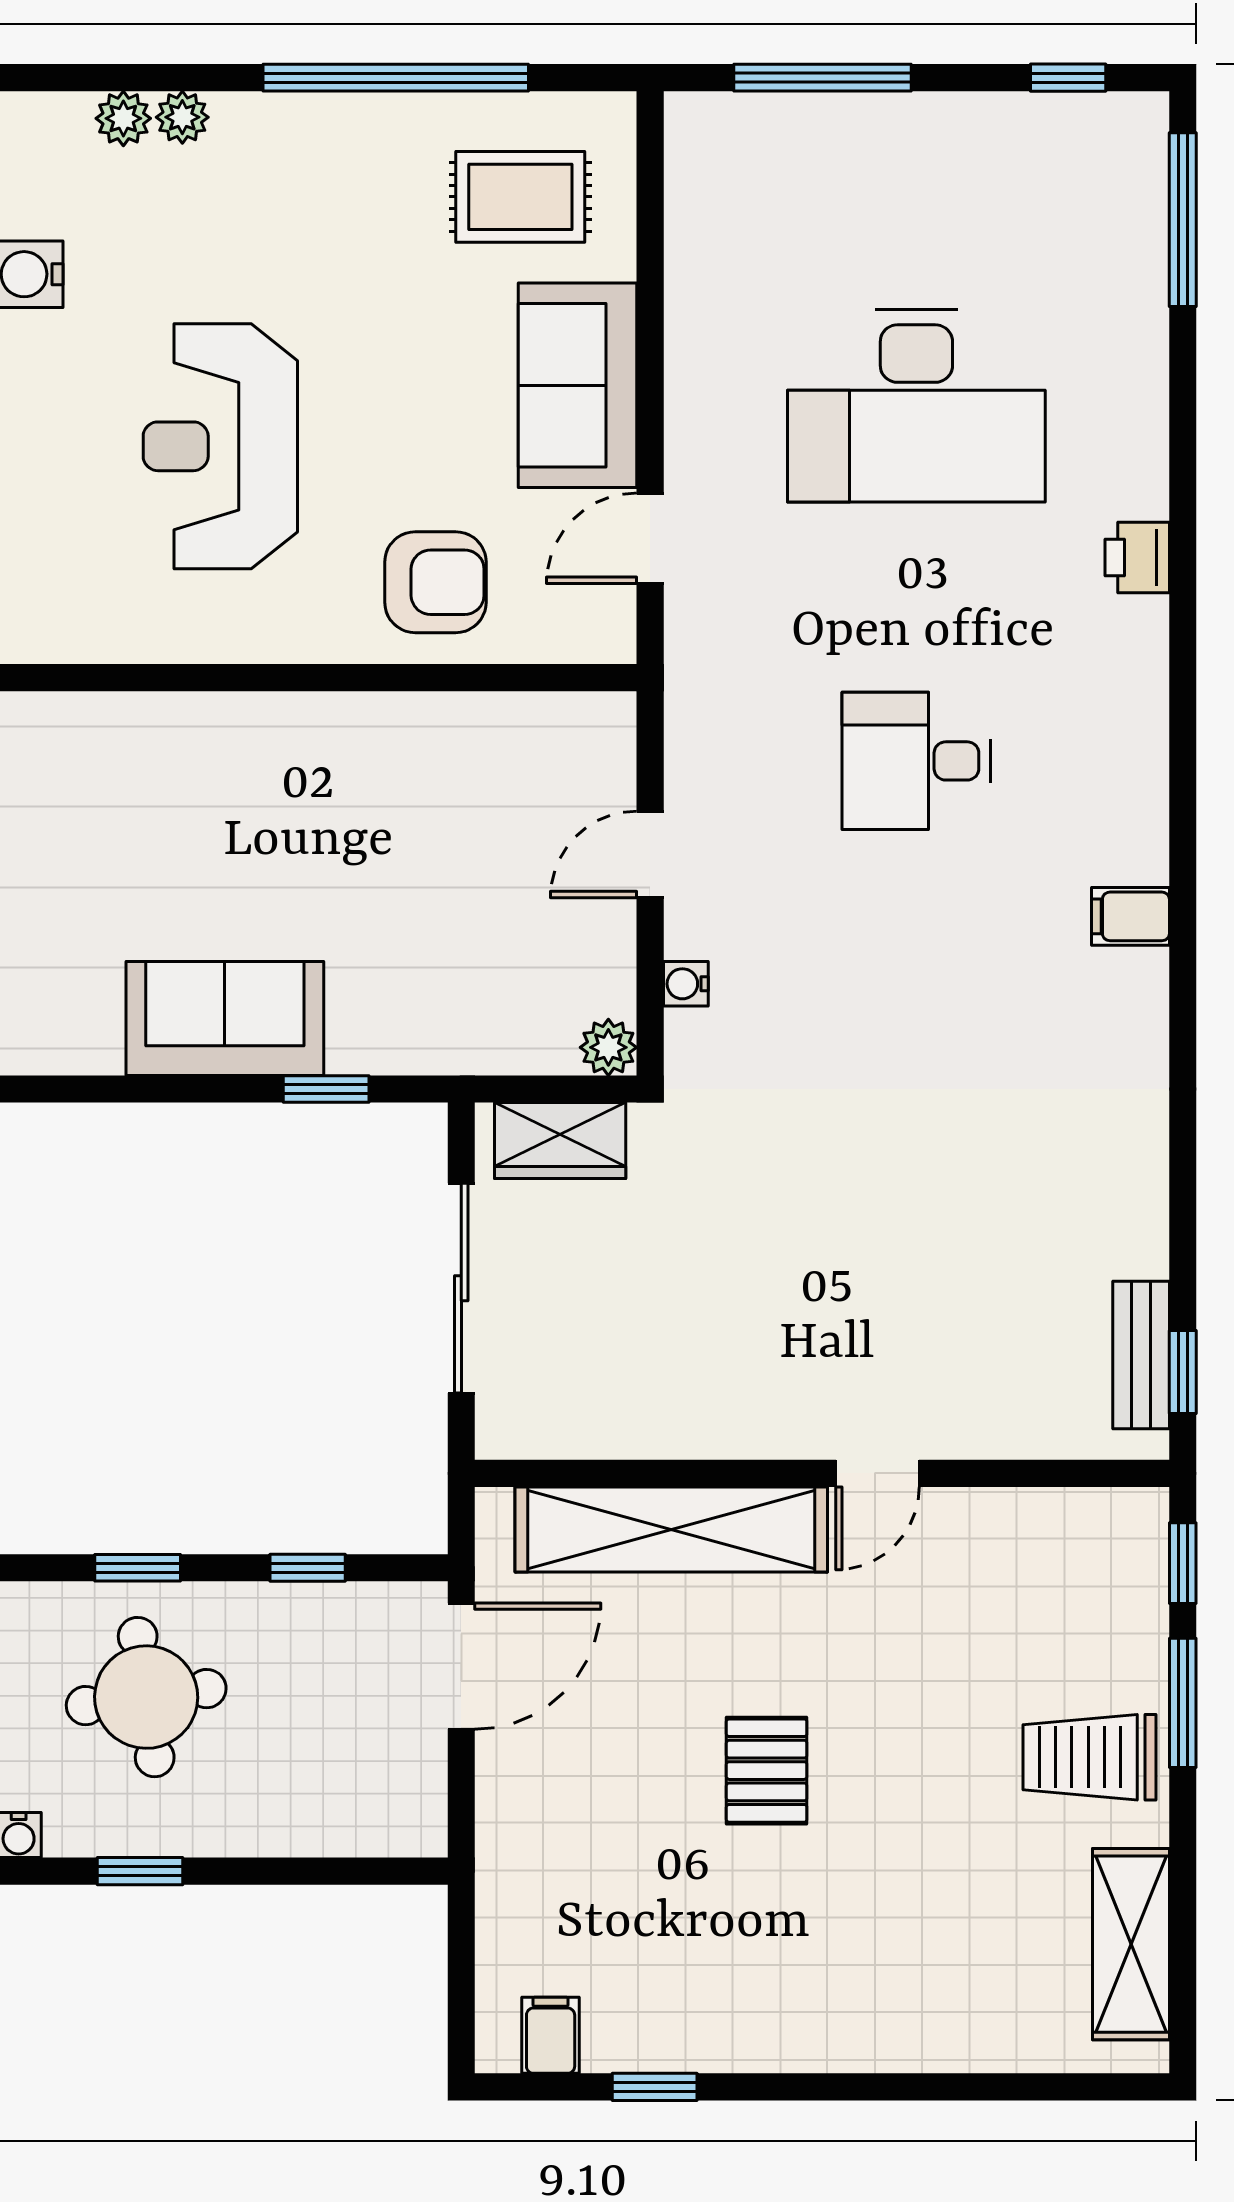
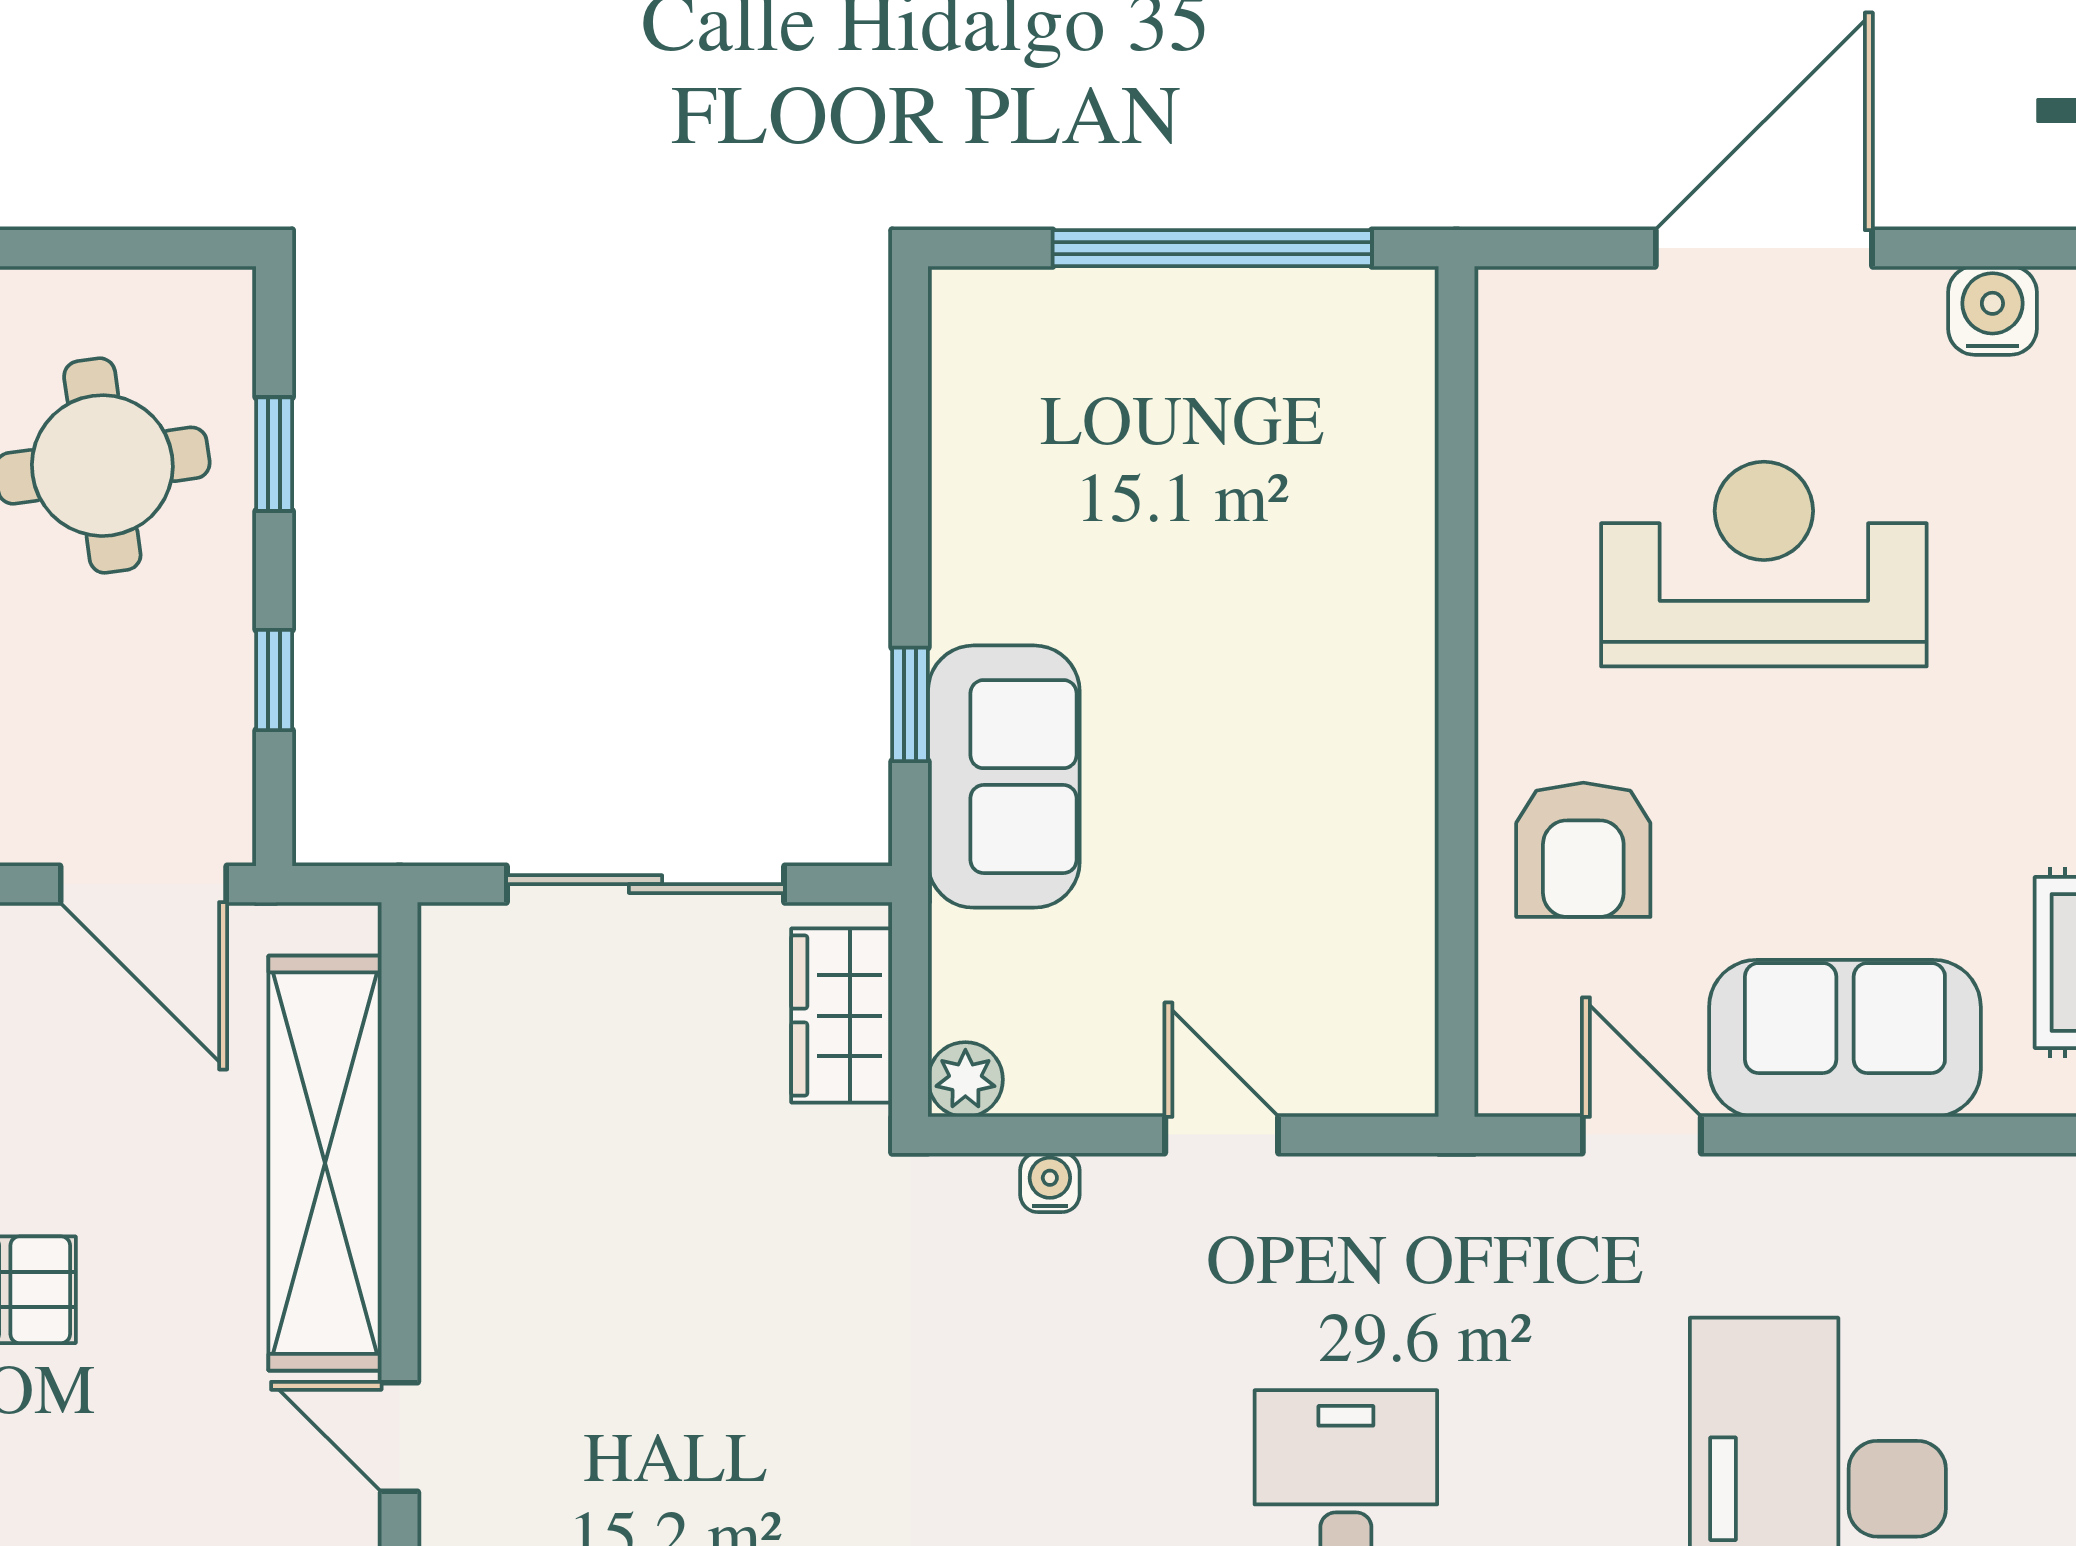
sofa: (225, 1018) -> (1004, 777), moved

